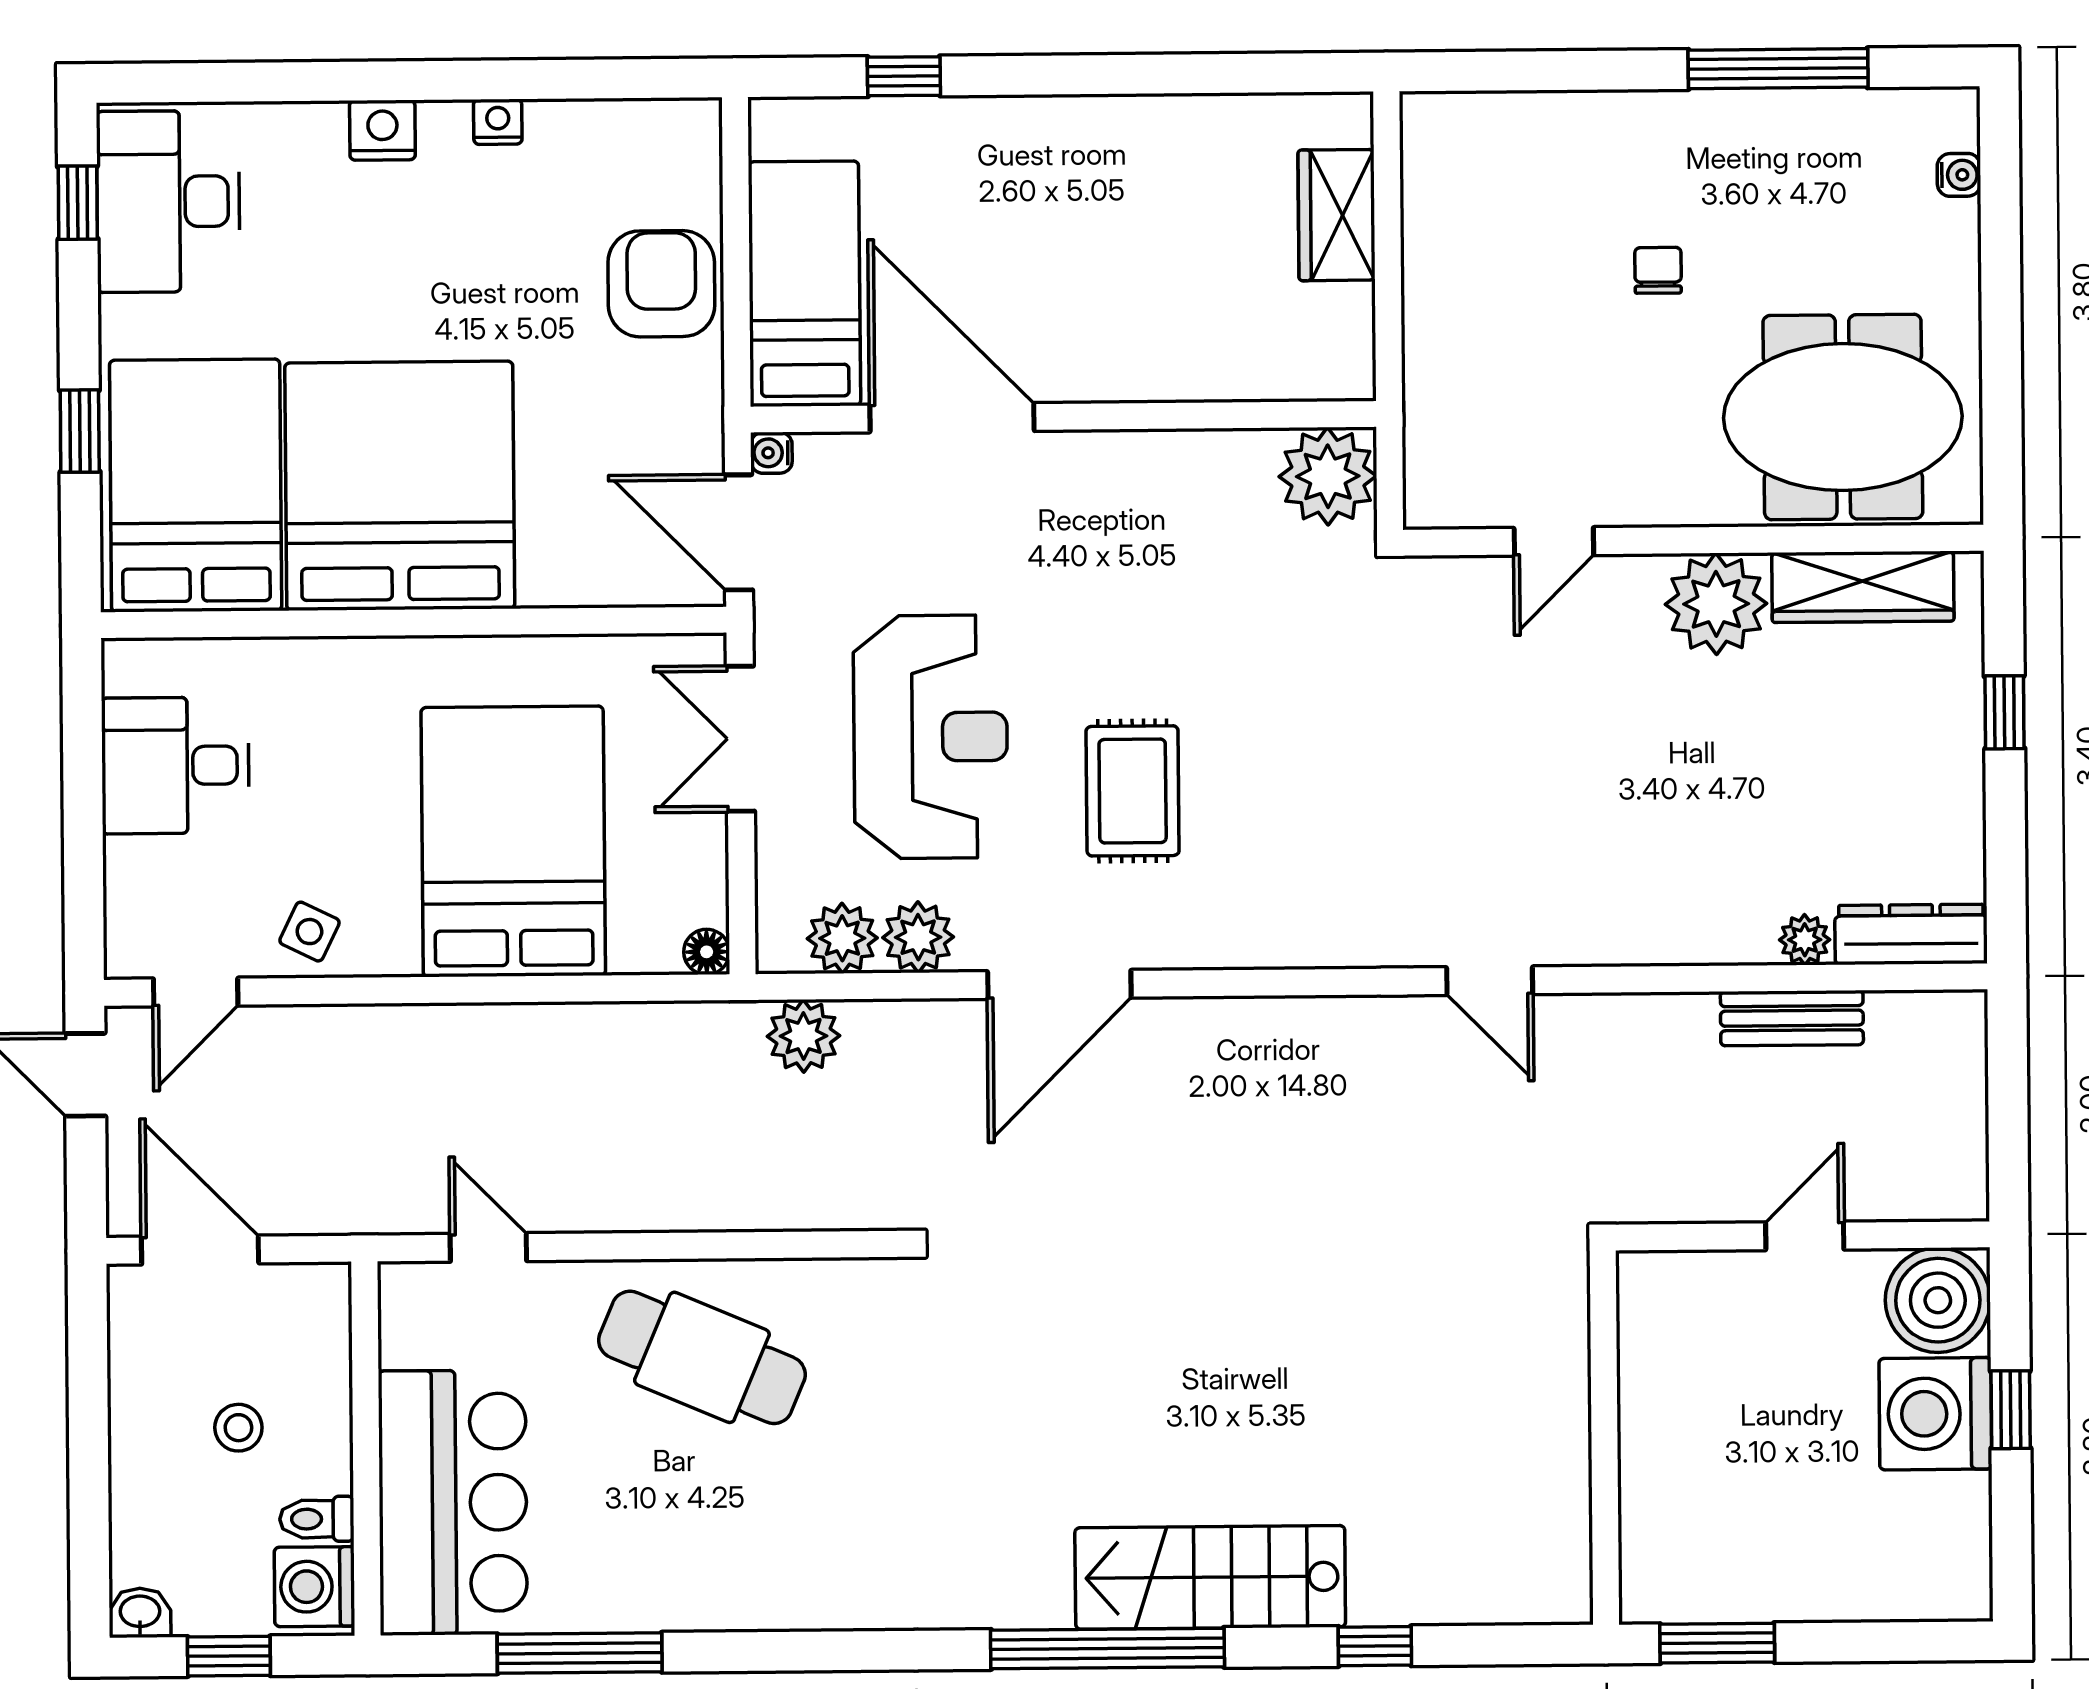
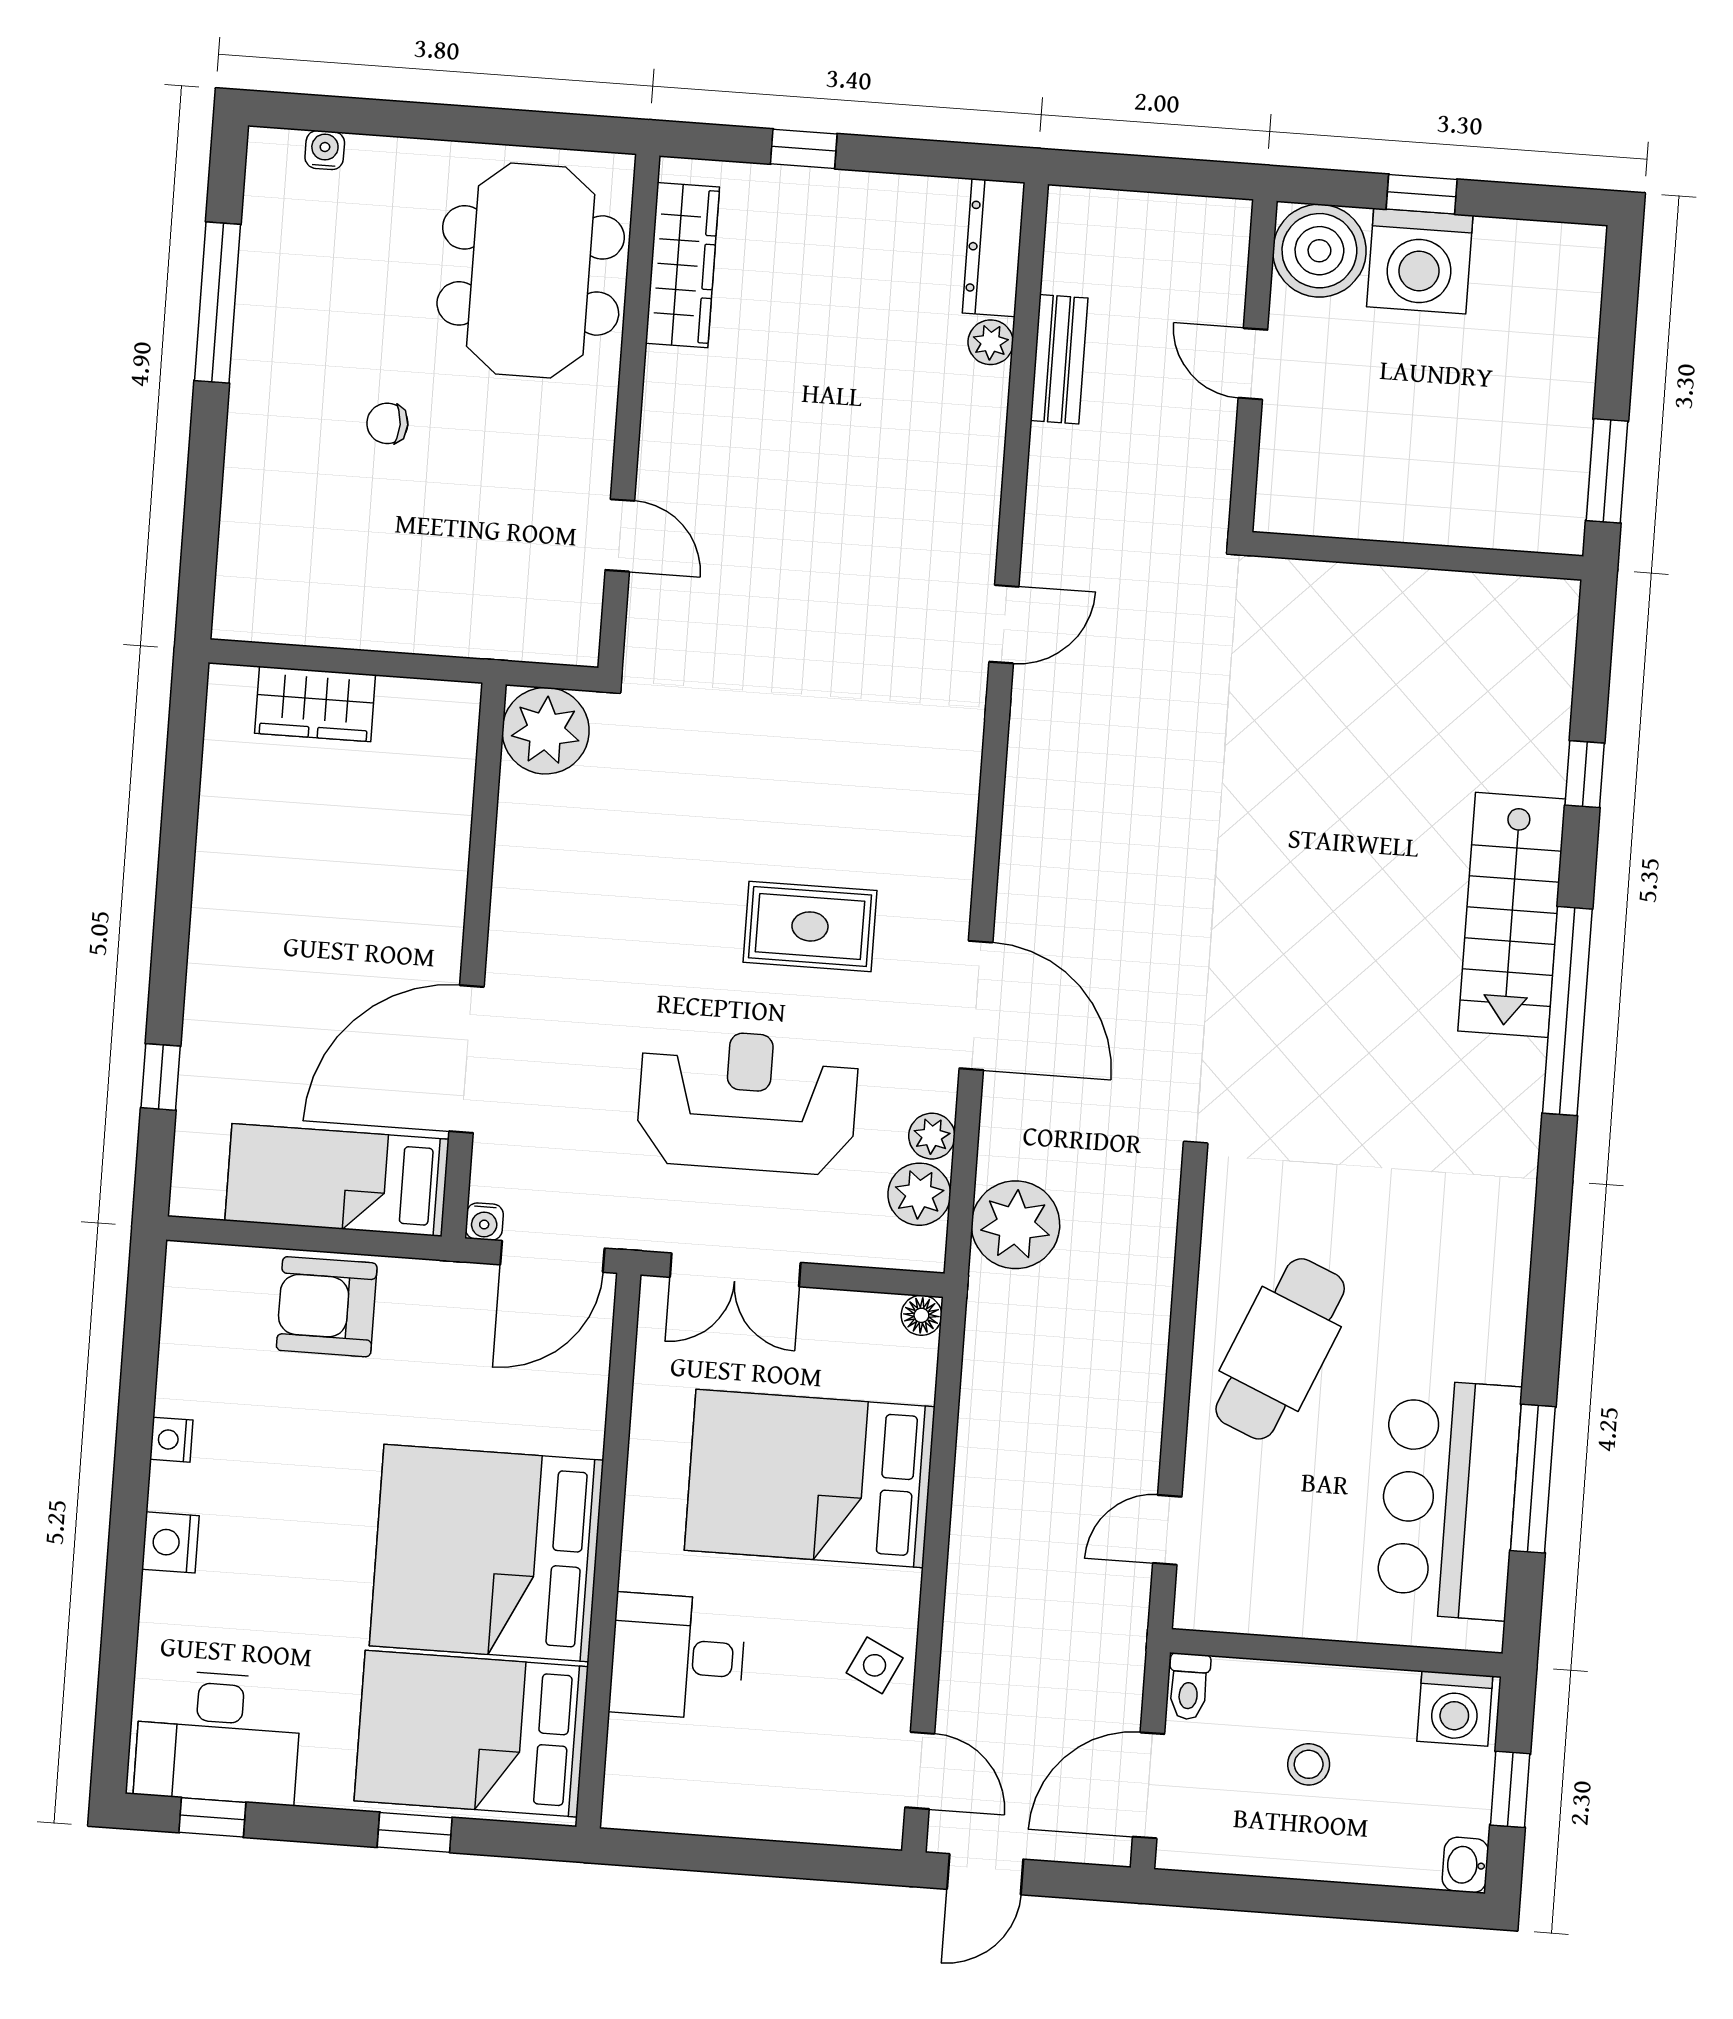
plant: (1716, 604) -> (687, 396), removed
desk: (175, 765) -> (678, 1656), moved, turned 90
plant: (918, 937) -> (932, 1136), width x0.73, depth x0.73
plant: (803, 1036) -> (1016, 1225), width x1.36, depth x1.36
bar counter: (453, 1503) -> (1449, 1499), moved, turned -90
toilet: (317, 1519) -> (1189, 1686), moved

